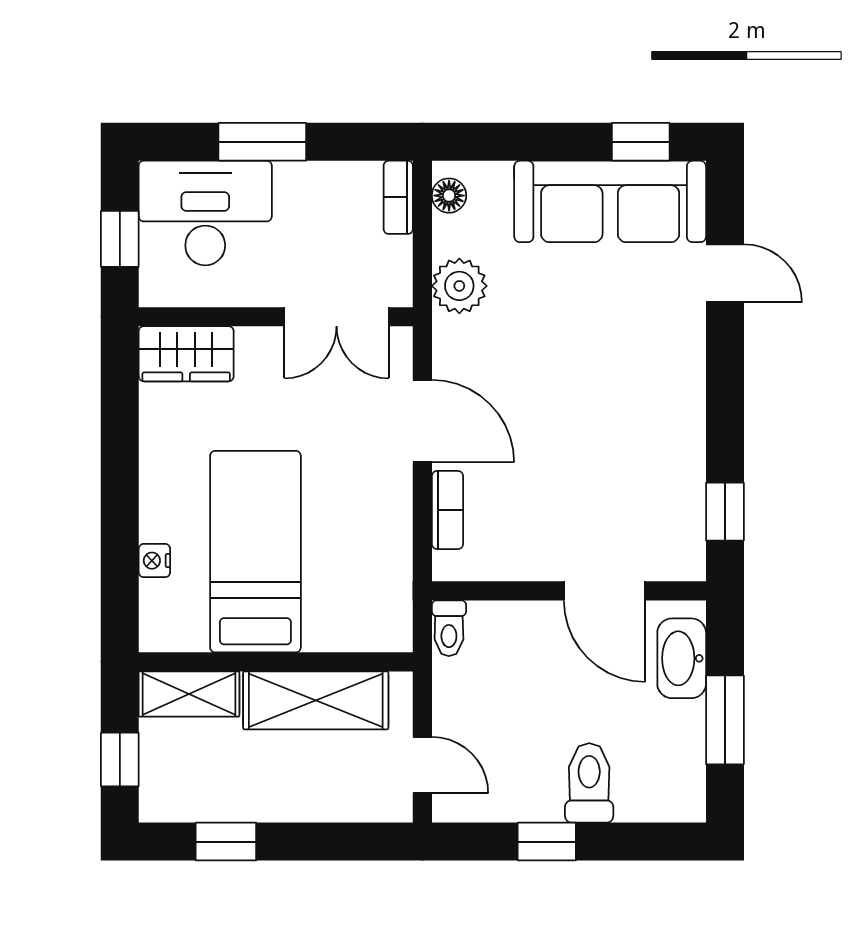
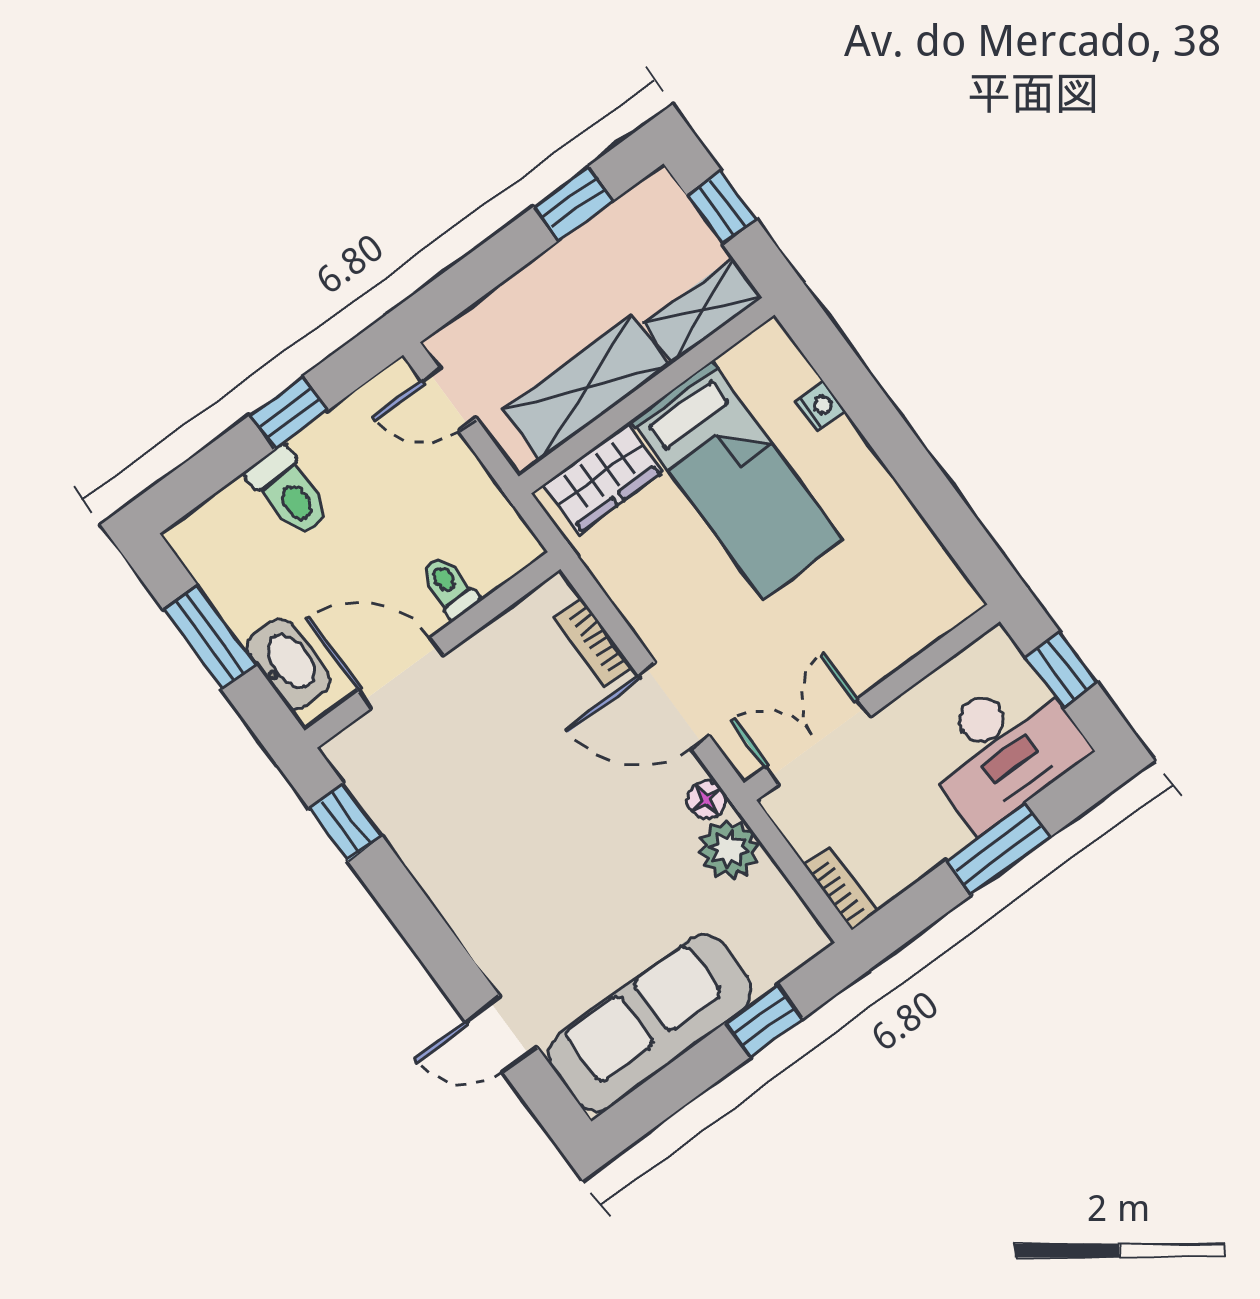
window: (641, 142) -> (764, 1021), moved
floor lamp: (449, 196) -> (706, 800), moved
wardrobe: (186, 354) -> (603, 478), moved, turned 180
toilet: (449, 628) -> (449, 587), moved

